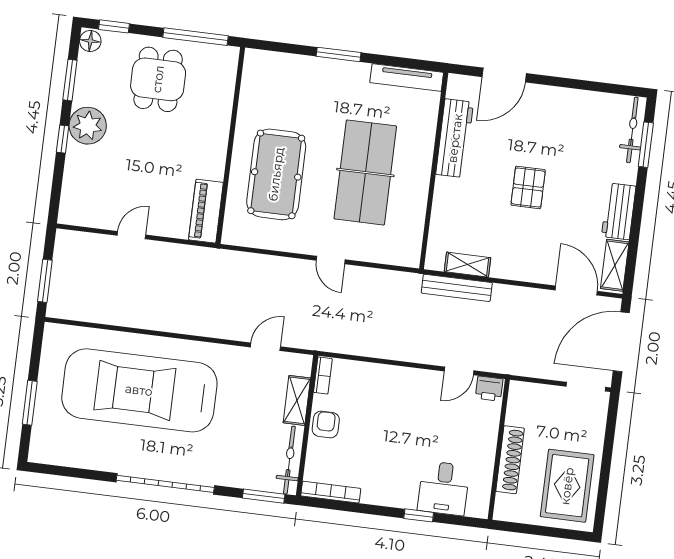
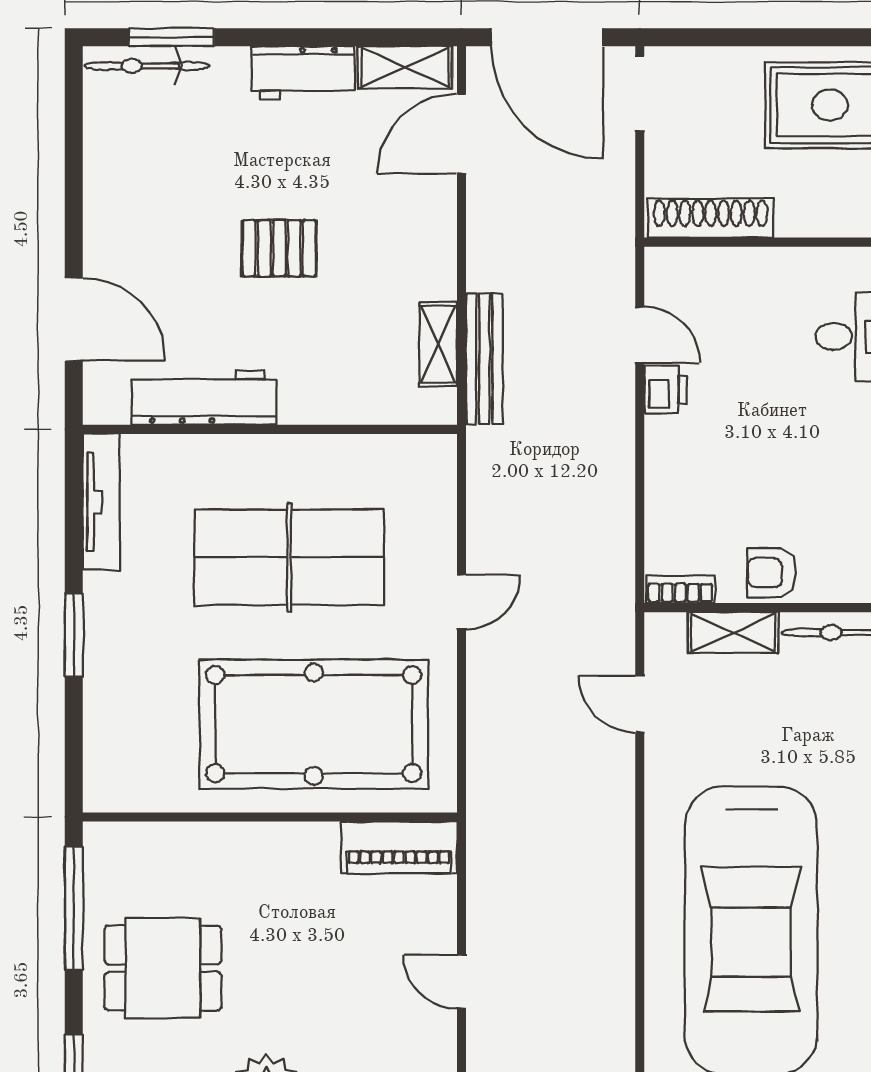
pool table: (276, 174) -> (314, 724), width x1.36, depth x1.32
printer: (489, 389) -> (666, 390), moved
shoe rack: (510, 460) -> (711, 218), moved

